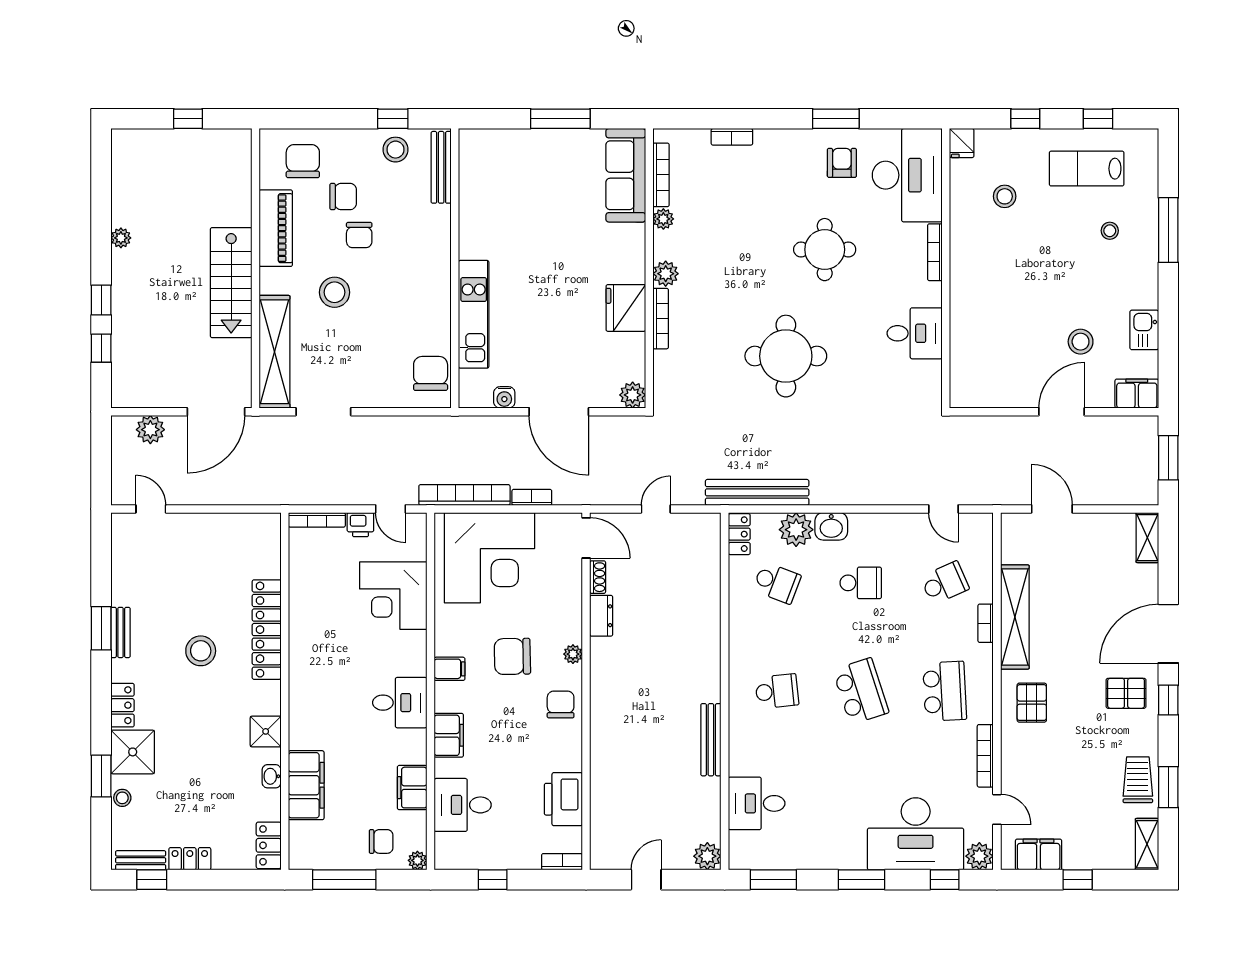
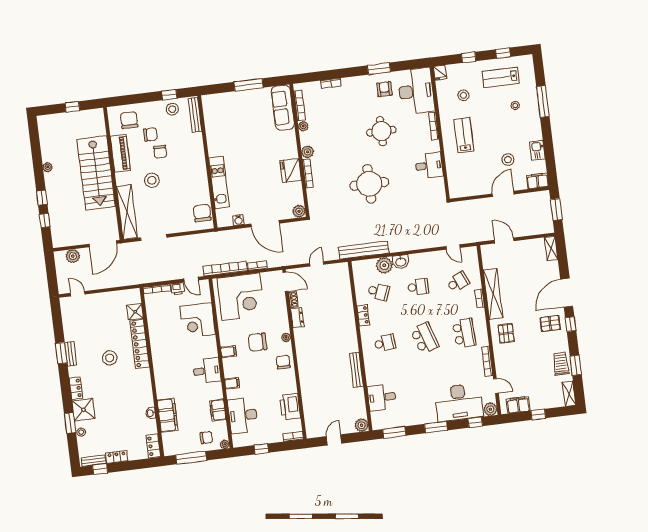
lab bench: (995, 279) -> (464, 135), added
stairs: (231, 283) -> (96, 173), width x1.36, depth x1.51
locker: (739, 534) -> (363, 315), moved
shower: (266, 731) -> (135, 312), moved
filing cabinet: (449, 735) -> (232, 383), width x0.50
desk: (463, 805) -> (243, 415), width x1.37

